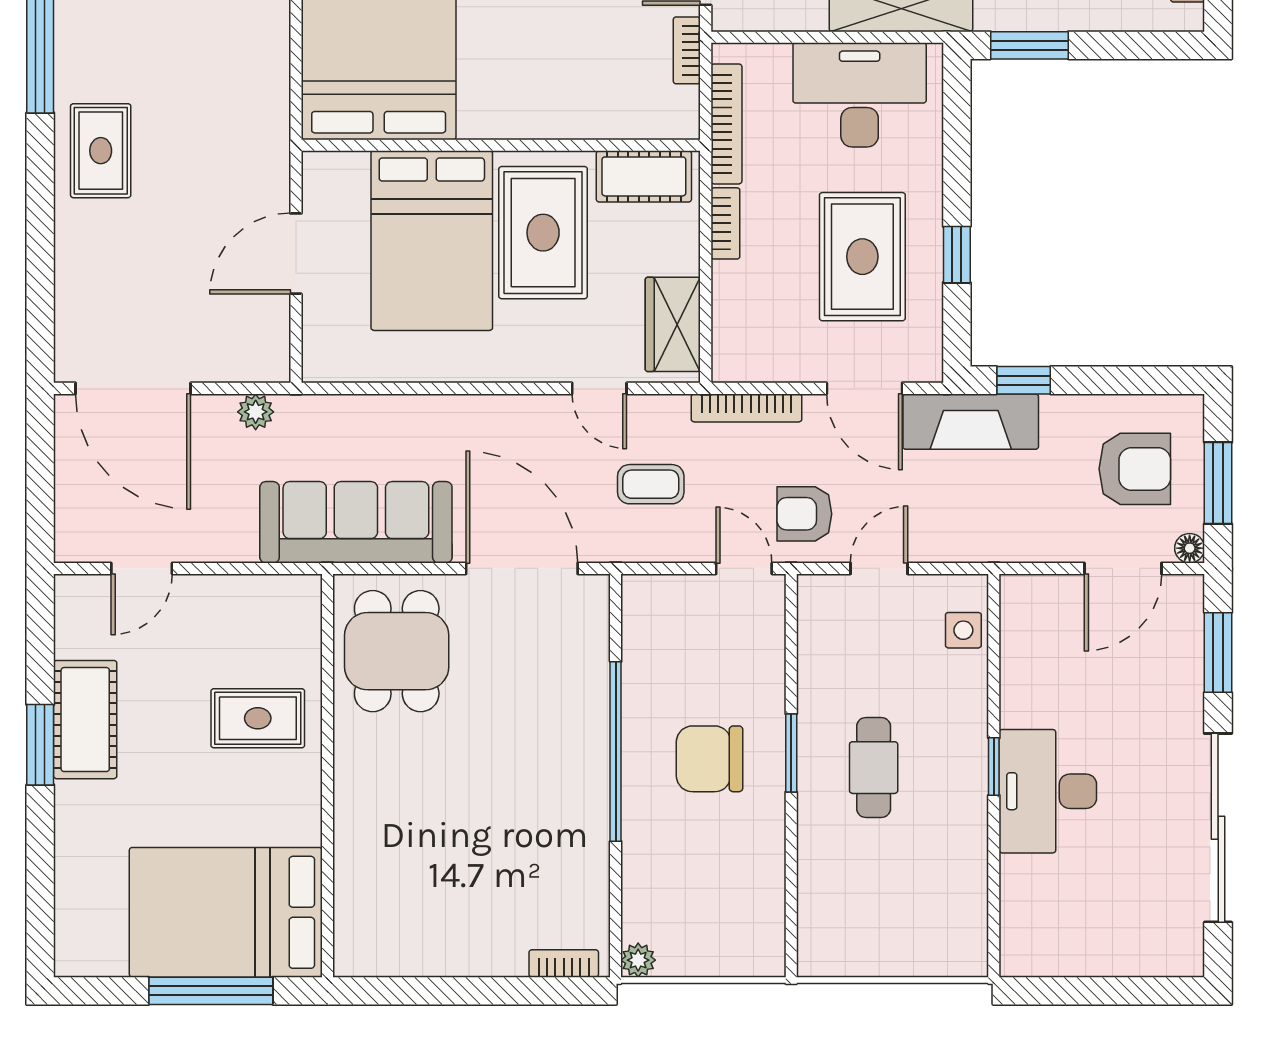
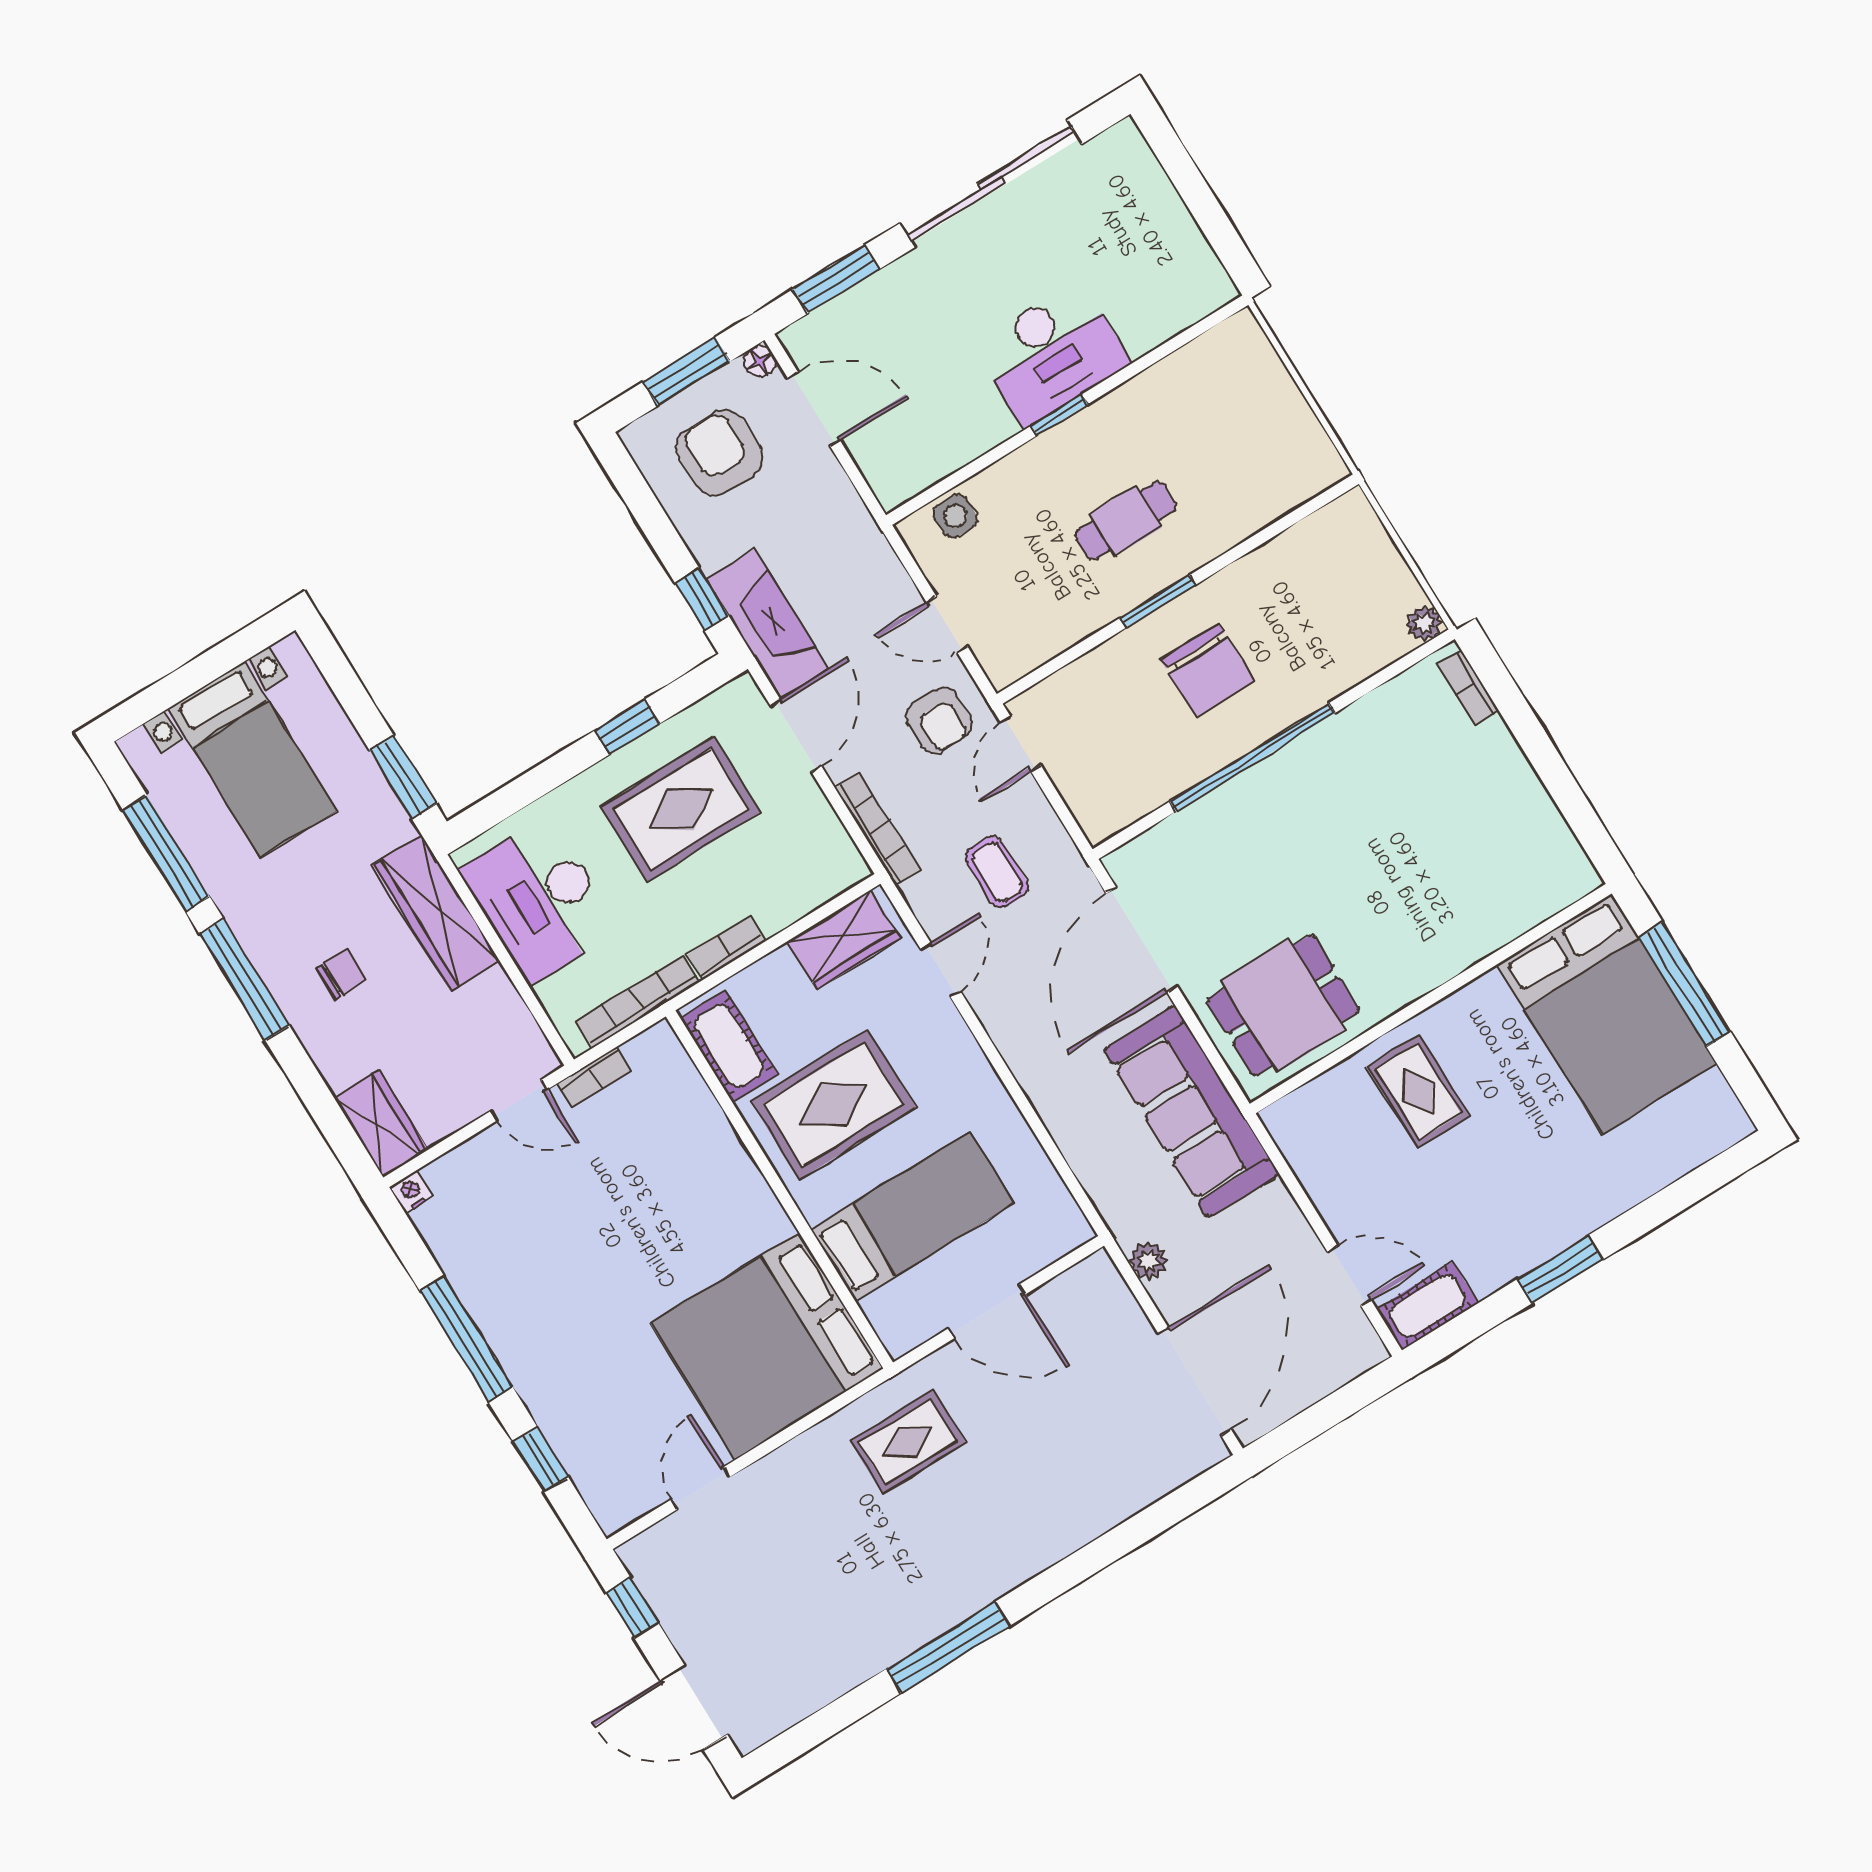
rug: (101, 151) -> (908, 1442), moved
bed: (432, 241) -> (912, 1216), width x0.67
cot: (85, 720) -> (1427, 1306), moved, width x0.73, depth x0.75

